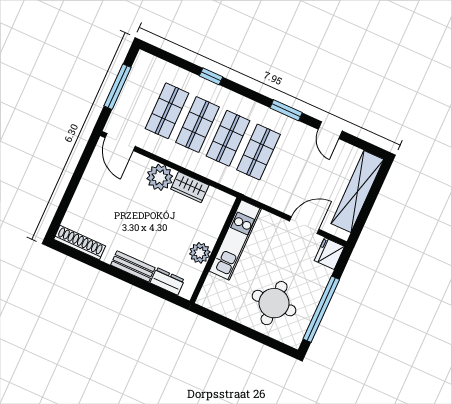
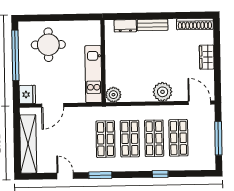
wardrobe: (190, 187) -> (207, 57), moved, turned -90
plant: (200, 253) -> (113, 95), moved

